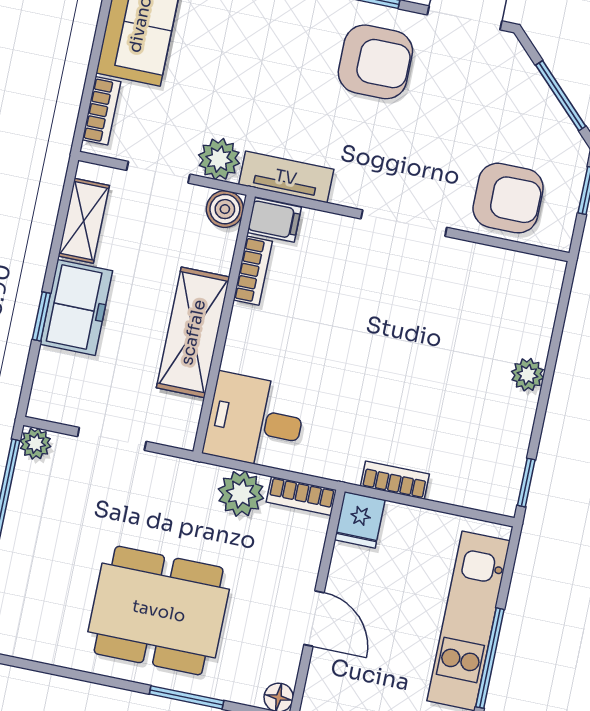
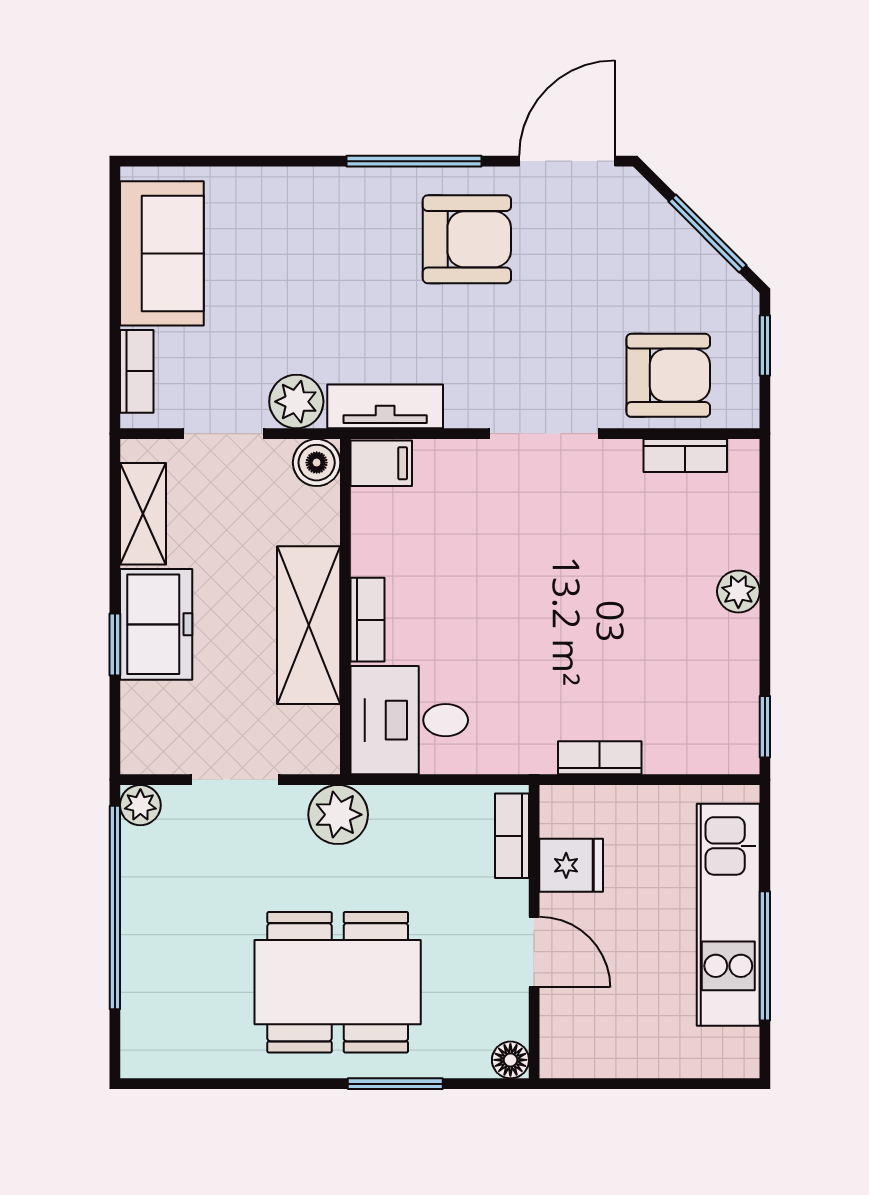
bookcase: (508, 262) -> (685, 456), added
bookcase: (253, 271) -> (367, 620), moved
plant: (241, 494) -> (338, 815), moved
bookcase: (301, 496) -> (512, 836), moved, turned 90
fridge: (360, 520) -> (571, 865), moved, turned -90

